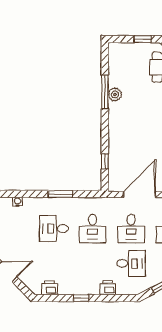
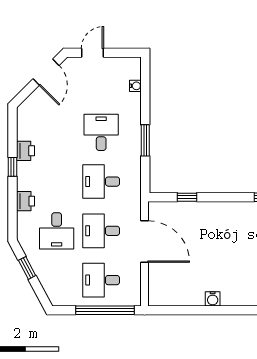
printer: (50, 288) -> (25, 151), moved

